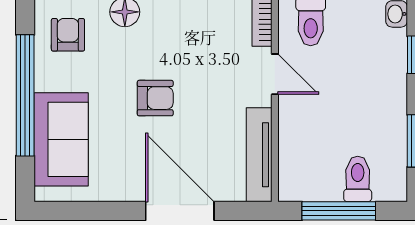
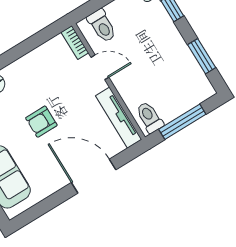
armchair: (155, 98) -> (41, 122), turned 180
toilet: (358, 179) -> (150, 117), moved

